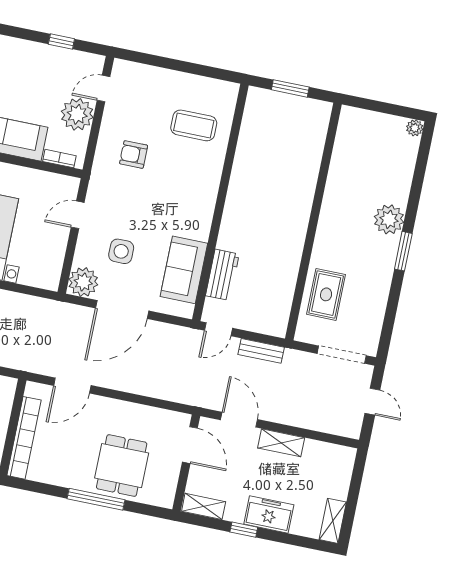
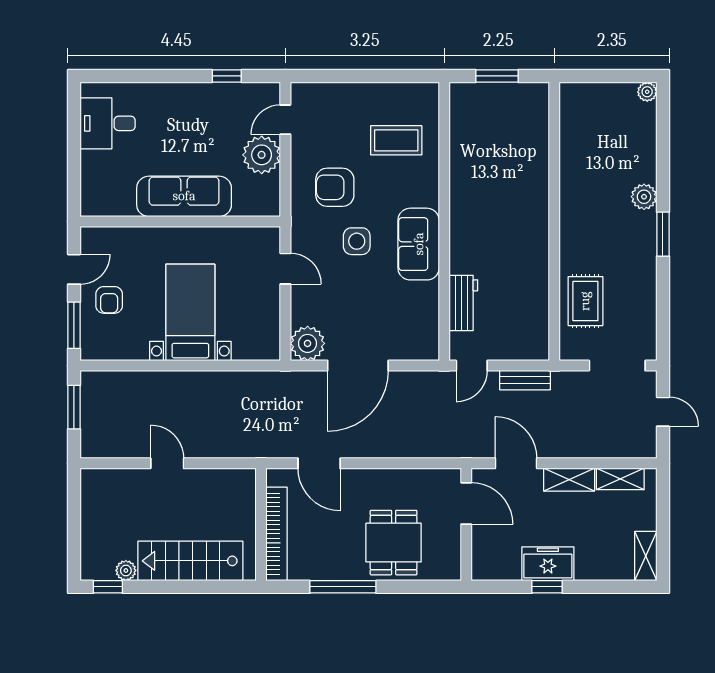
armchair: (134, 154) -> (335, 187), width x1.38, depth x1.38
bookcase: (59, 159) -> (252, 209), removed
door: (78, 215) -> (285, 269), swing flipped
plant: (389, 219) -> (644, 197), width x0.73, depth x0.73
side table: (121, 251) -> (357, 241), moved
sofa: (184, 270) -> (419, 244), moved
door: (72, 386) -> (319, 463), hinge flipped
window: (96, 499) -> (343, 587), moved
shelving: (204, 506) -> (620, 479), moved
freezer: (269, 514) -> (548, 564), moved

